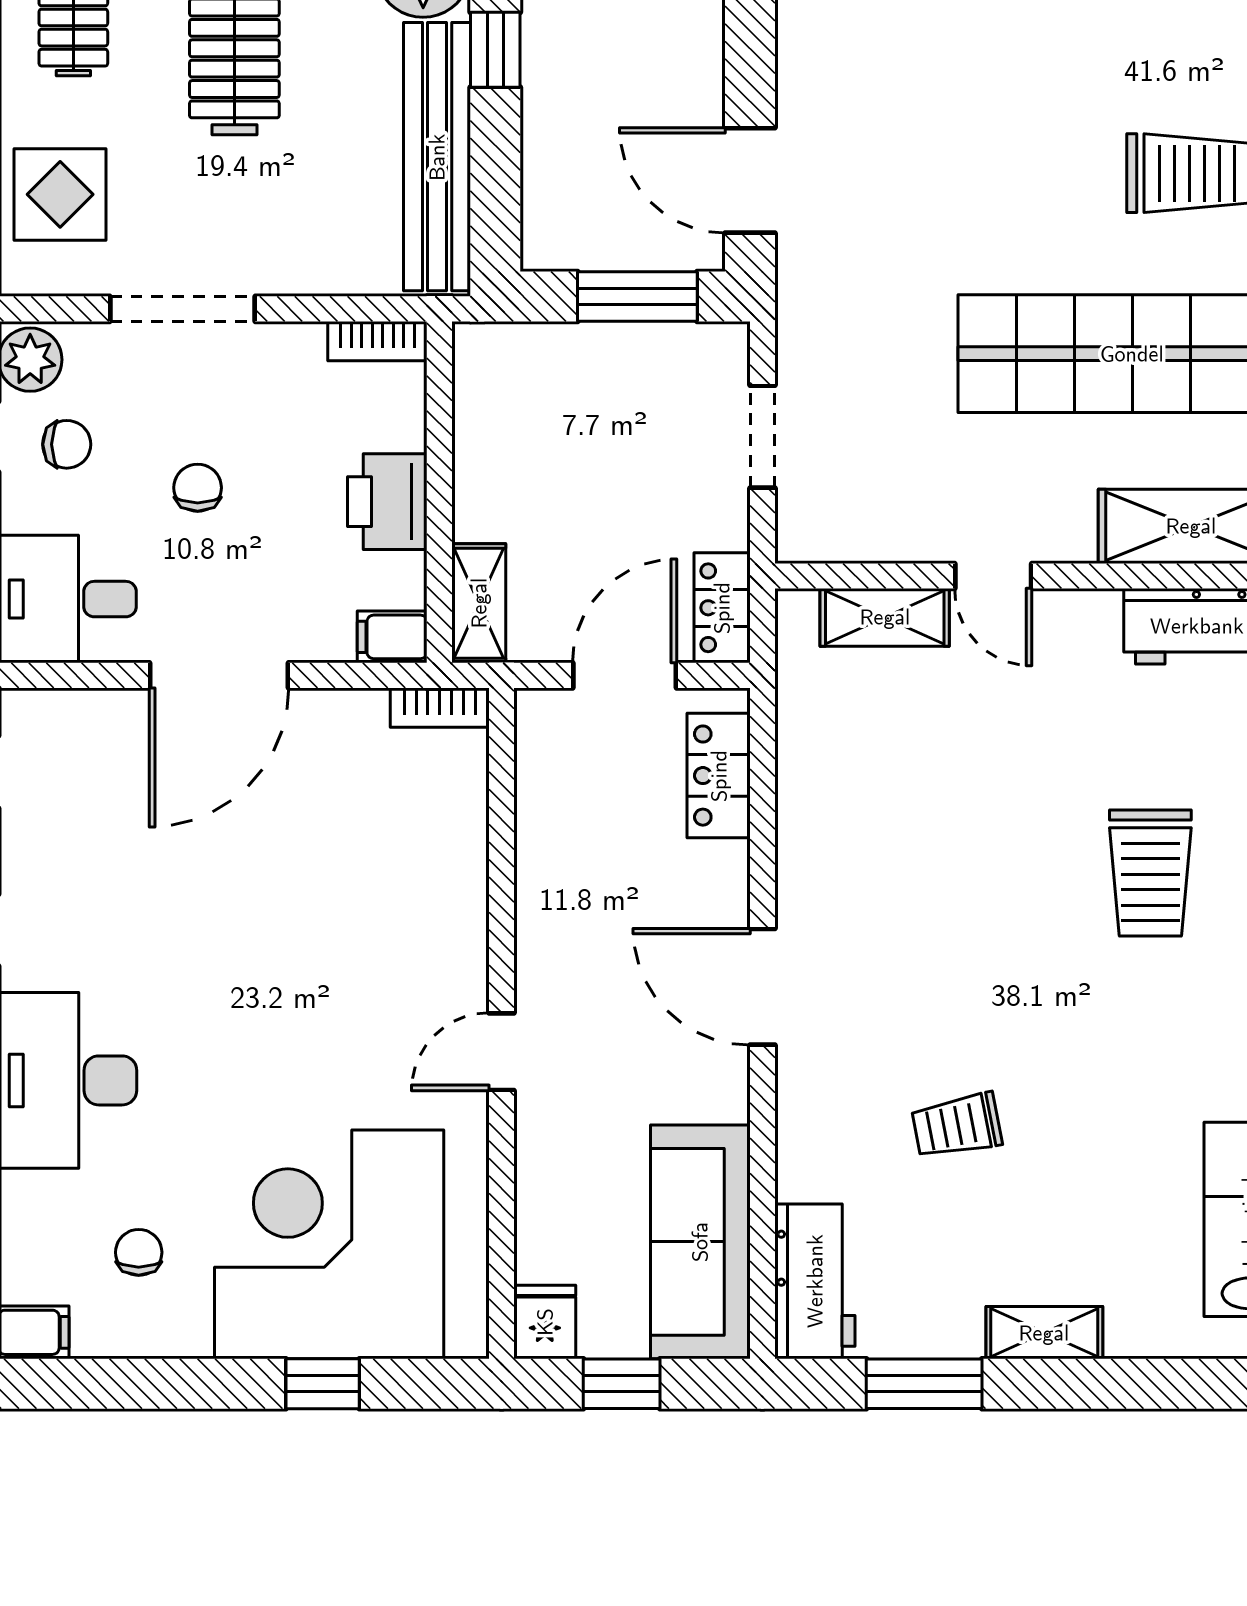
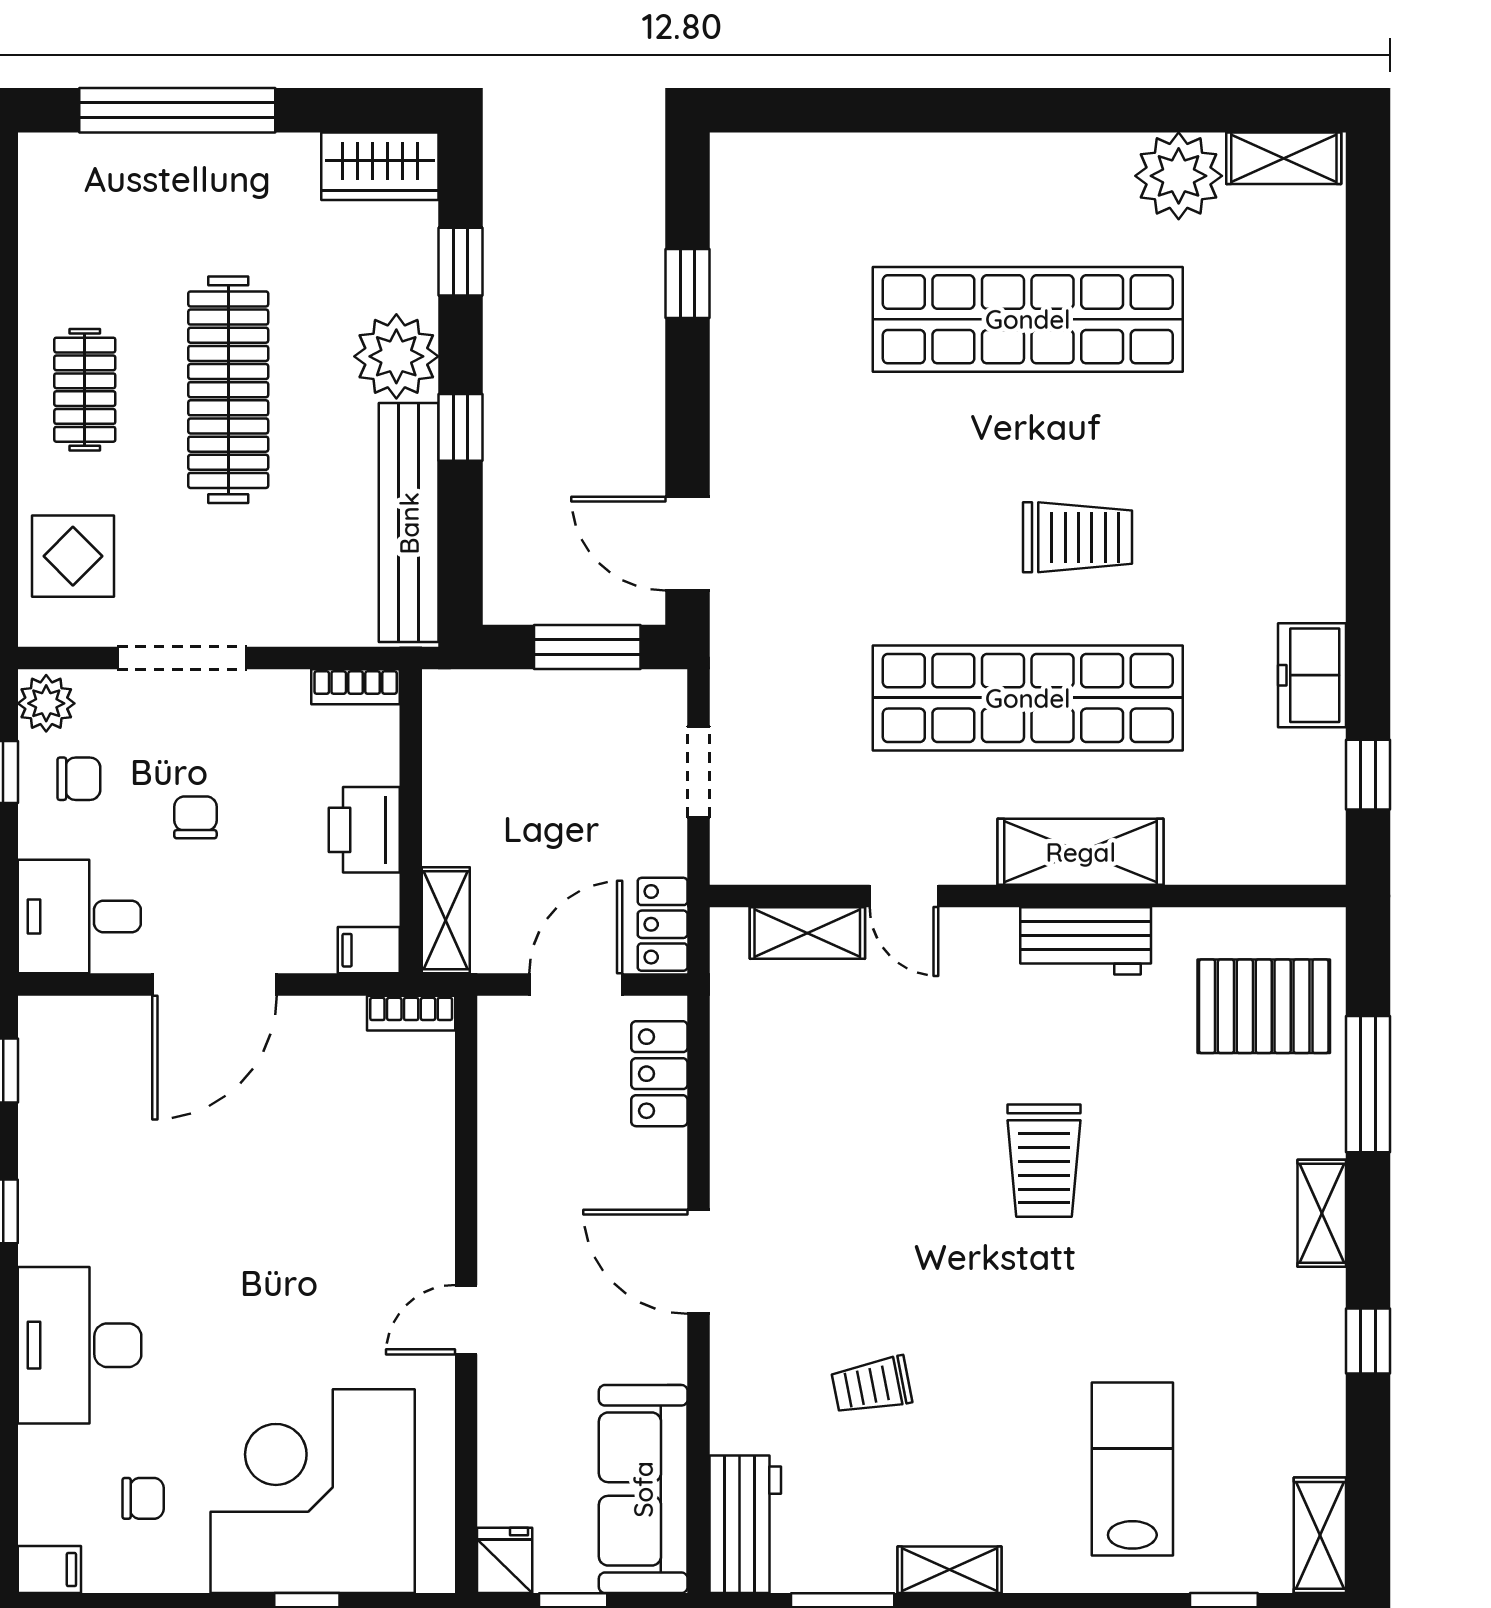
chair: (139, 1252) -> (143, 1498), turned 90

